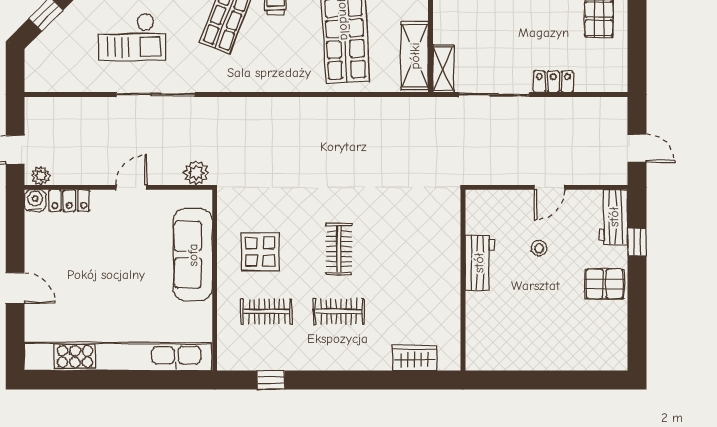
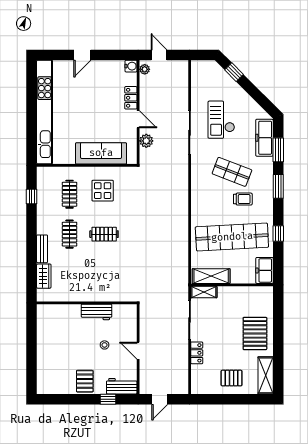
plant: (196, 173) -> (146, 141), moved
locker: (69, 201) -> (131, 98), moved
bench: (365, 361) -> (42, 249), added

